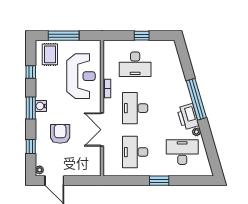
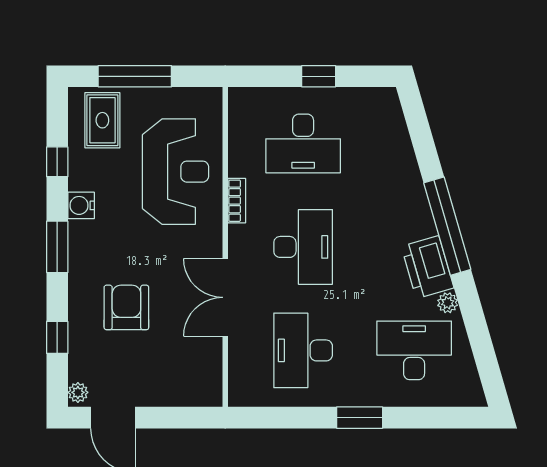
water cooler: (41, 106) -> (81, 205), moved
desk: (135, 108) -> (303, 247), turned 180

